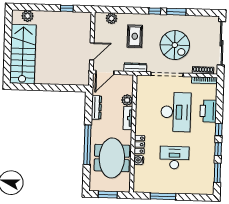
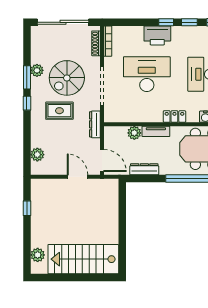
plant: (182, 20) -> (37, 70), added
rug: (135, 36) -> (59, 111), moved
spiral stairs: (175, 45) -> (67, 78), turned 180
printer: (208, 111) -> (157, 35), moved
locker: (139, 145) -> (174, 117), moved

